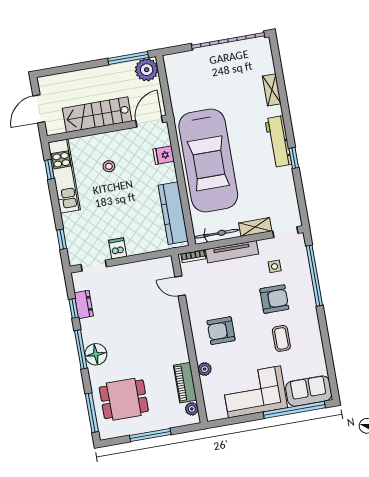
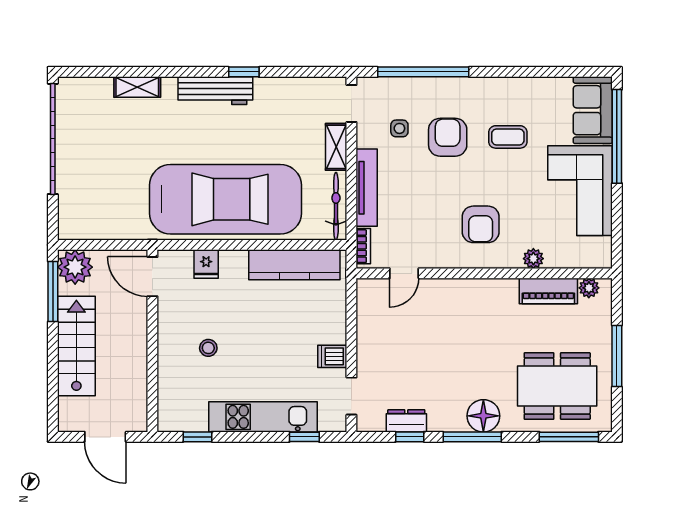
stairs: (97, 115) -> (76, 346), moved, turned 180
kitchen unit: (64, 176) -> (263, 417), moved
dining table: (124, 399) -> (557, 386), width x1.37

